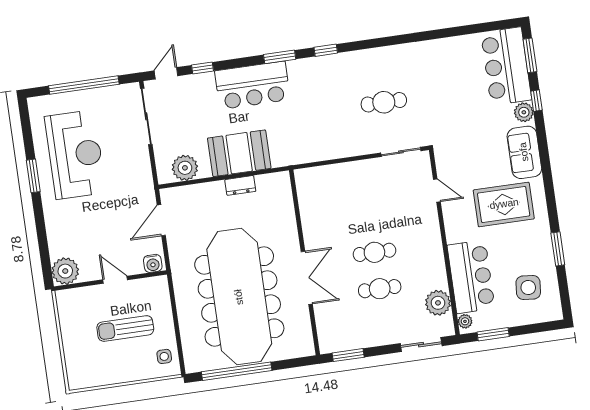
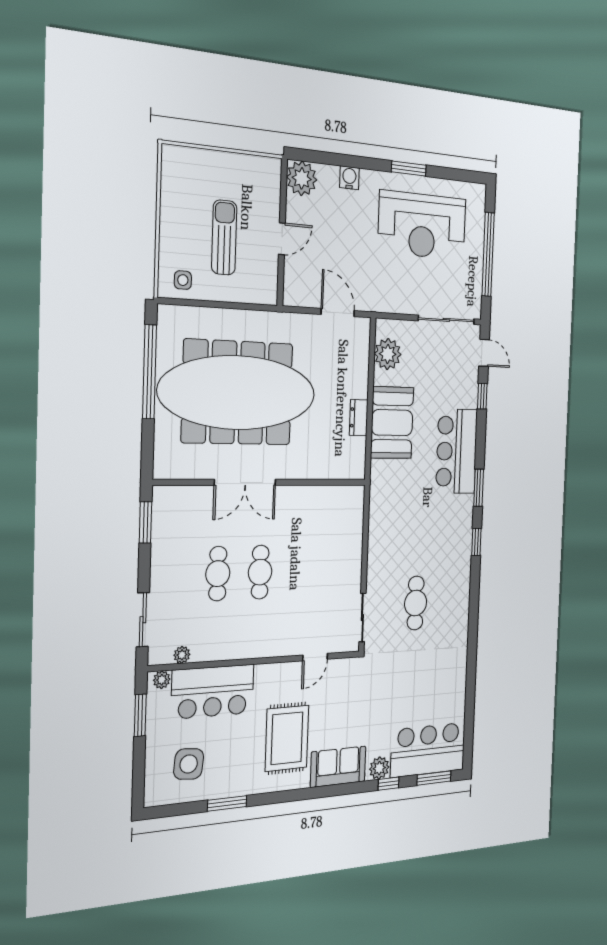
water cooler: (153, 263) -> (349, 178), moved, turned 90
plant: (438, 303) -> (182, 655), width x0.53, depth x0.53

